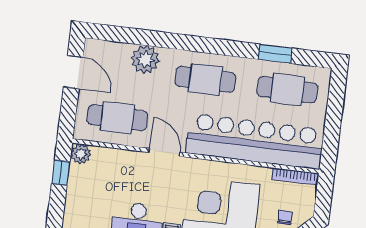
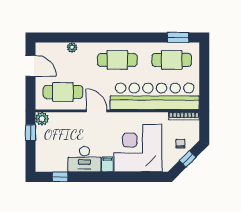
window: (275, 54) -> (178, 37), moved
plant: (145, 59) -> (72, 47), width x0.53, depth x0.53

